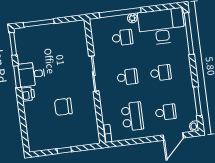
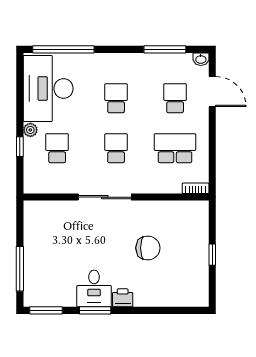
window: (120, 13) -> (20, 147), width x0.32
chair: (63, 107) -> (148, 248), turned -90

